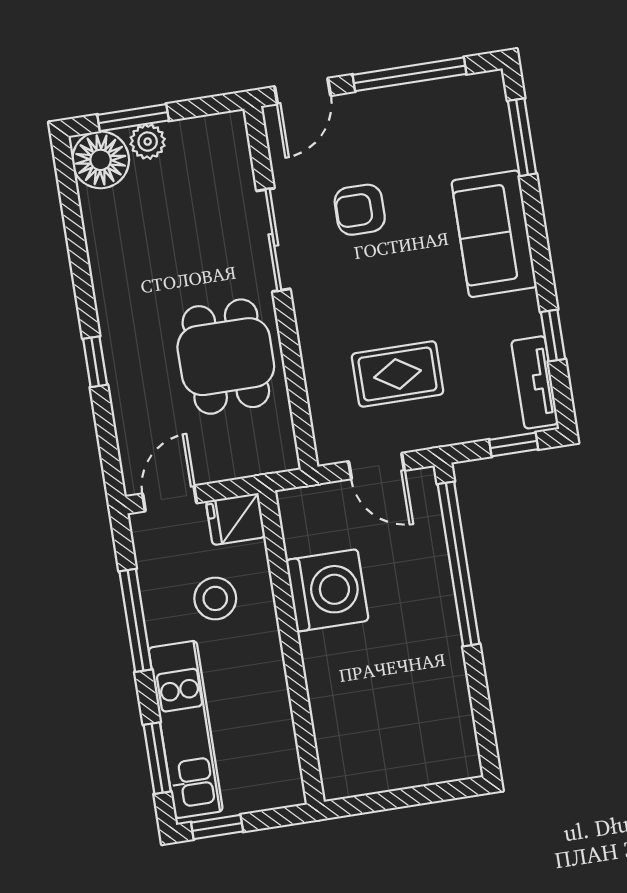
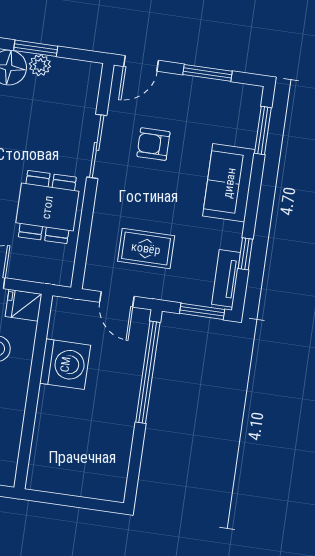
window: (409, 74) -> (208, 73), width x0.69
window: (514, 445) -> (202, 311), width x1.50

